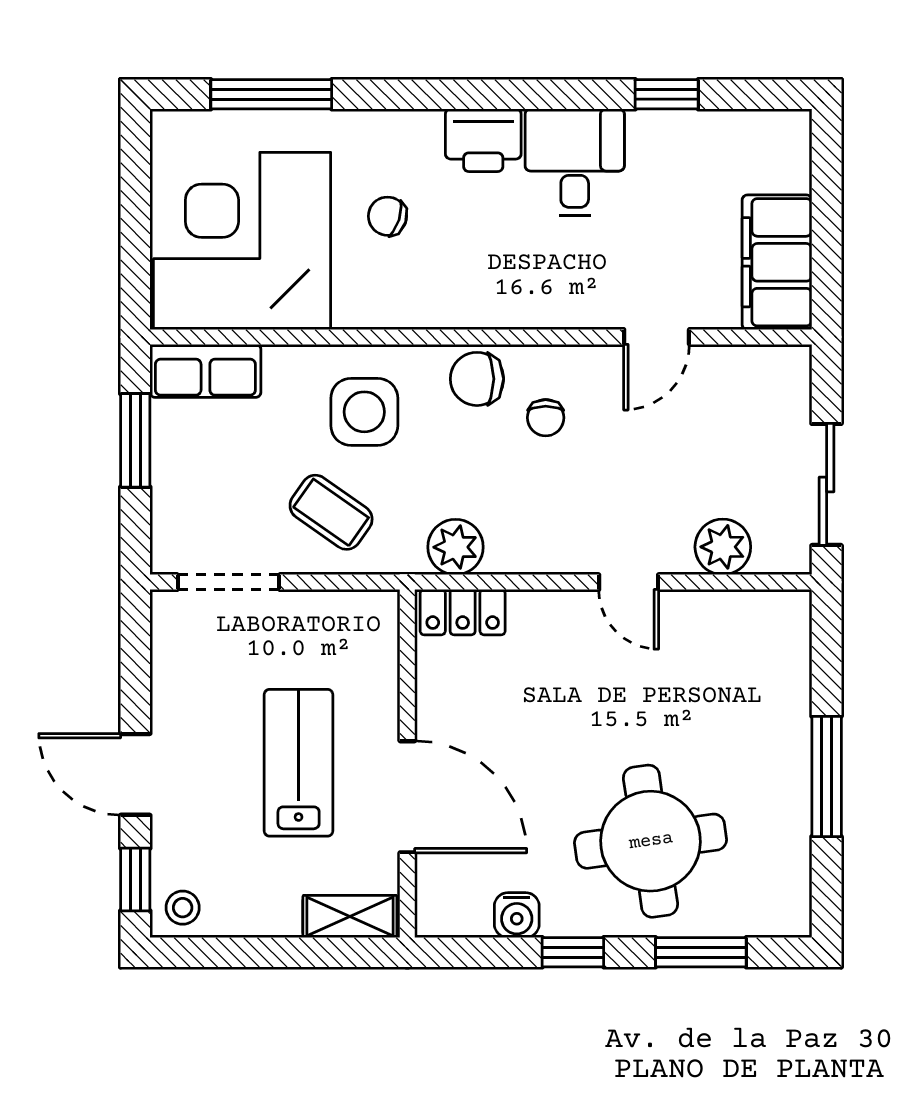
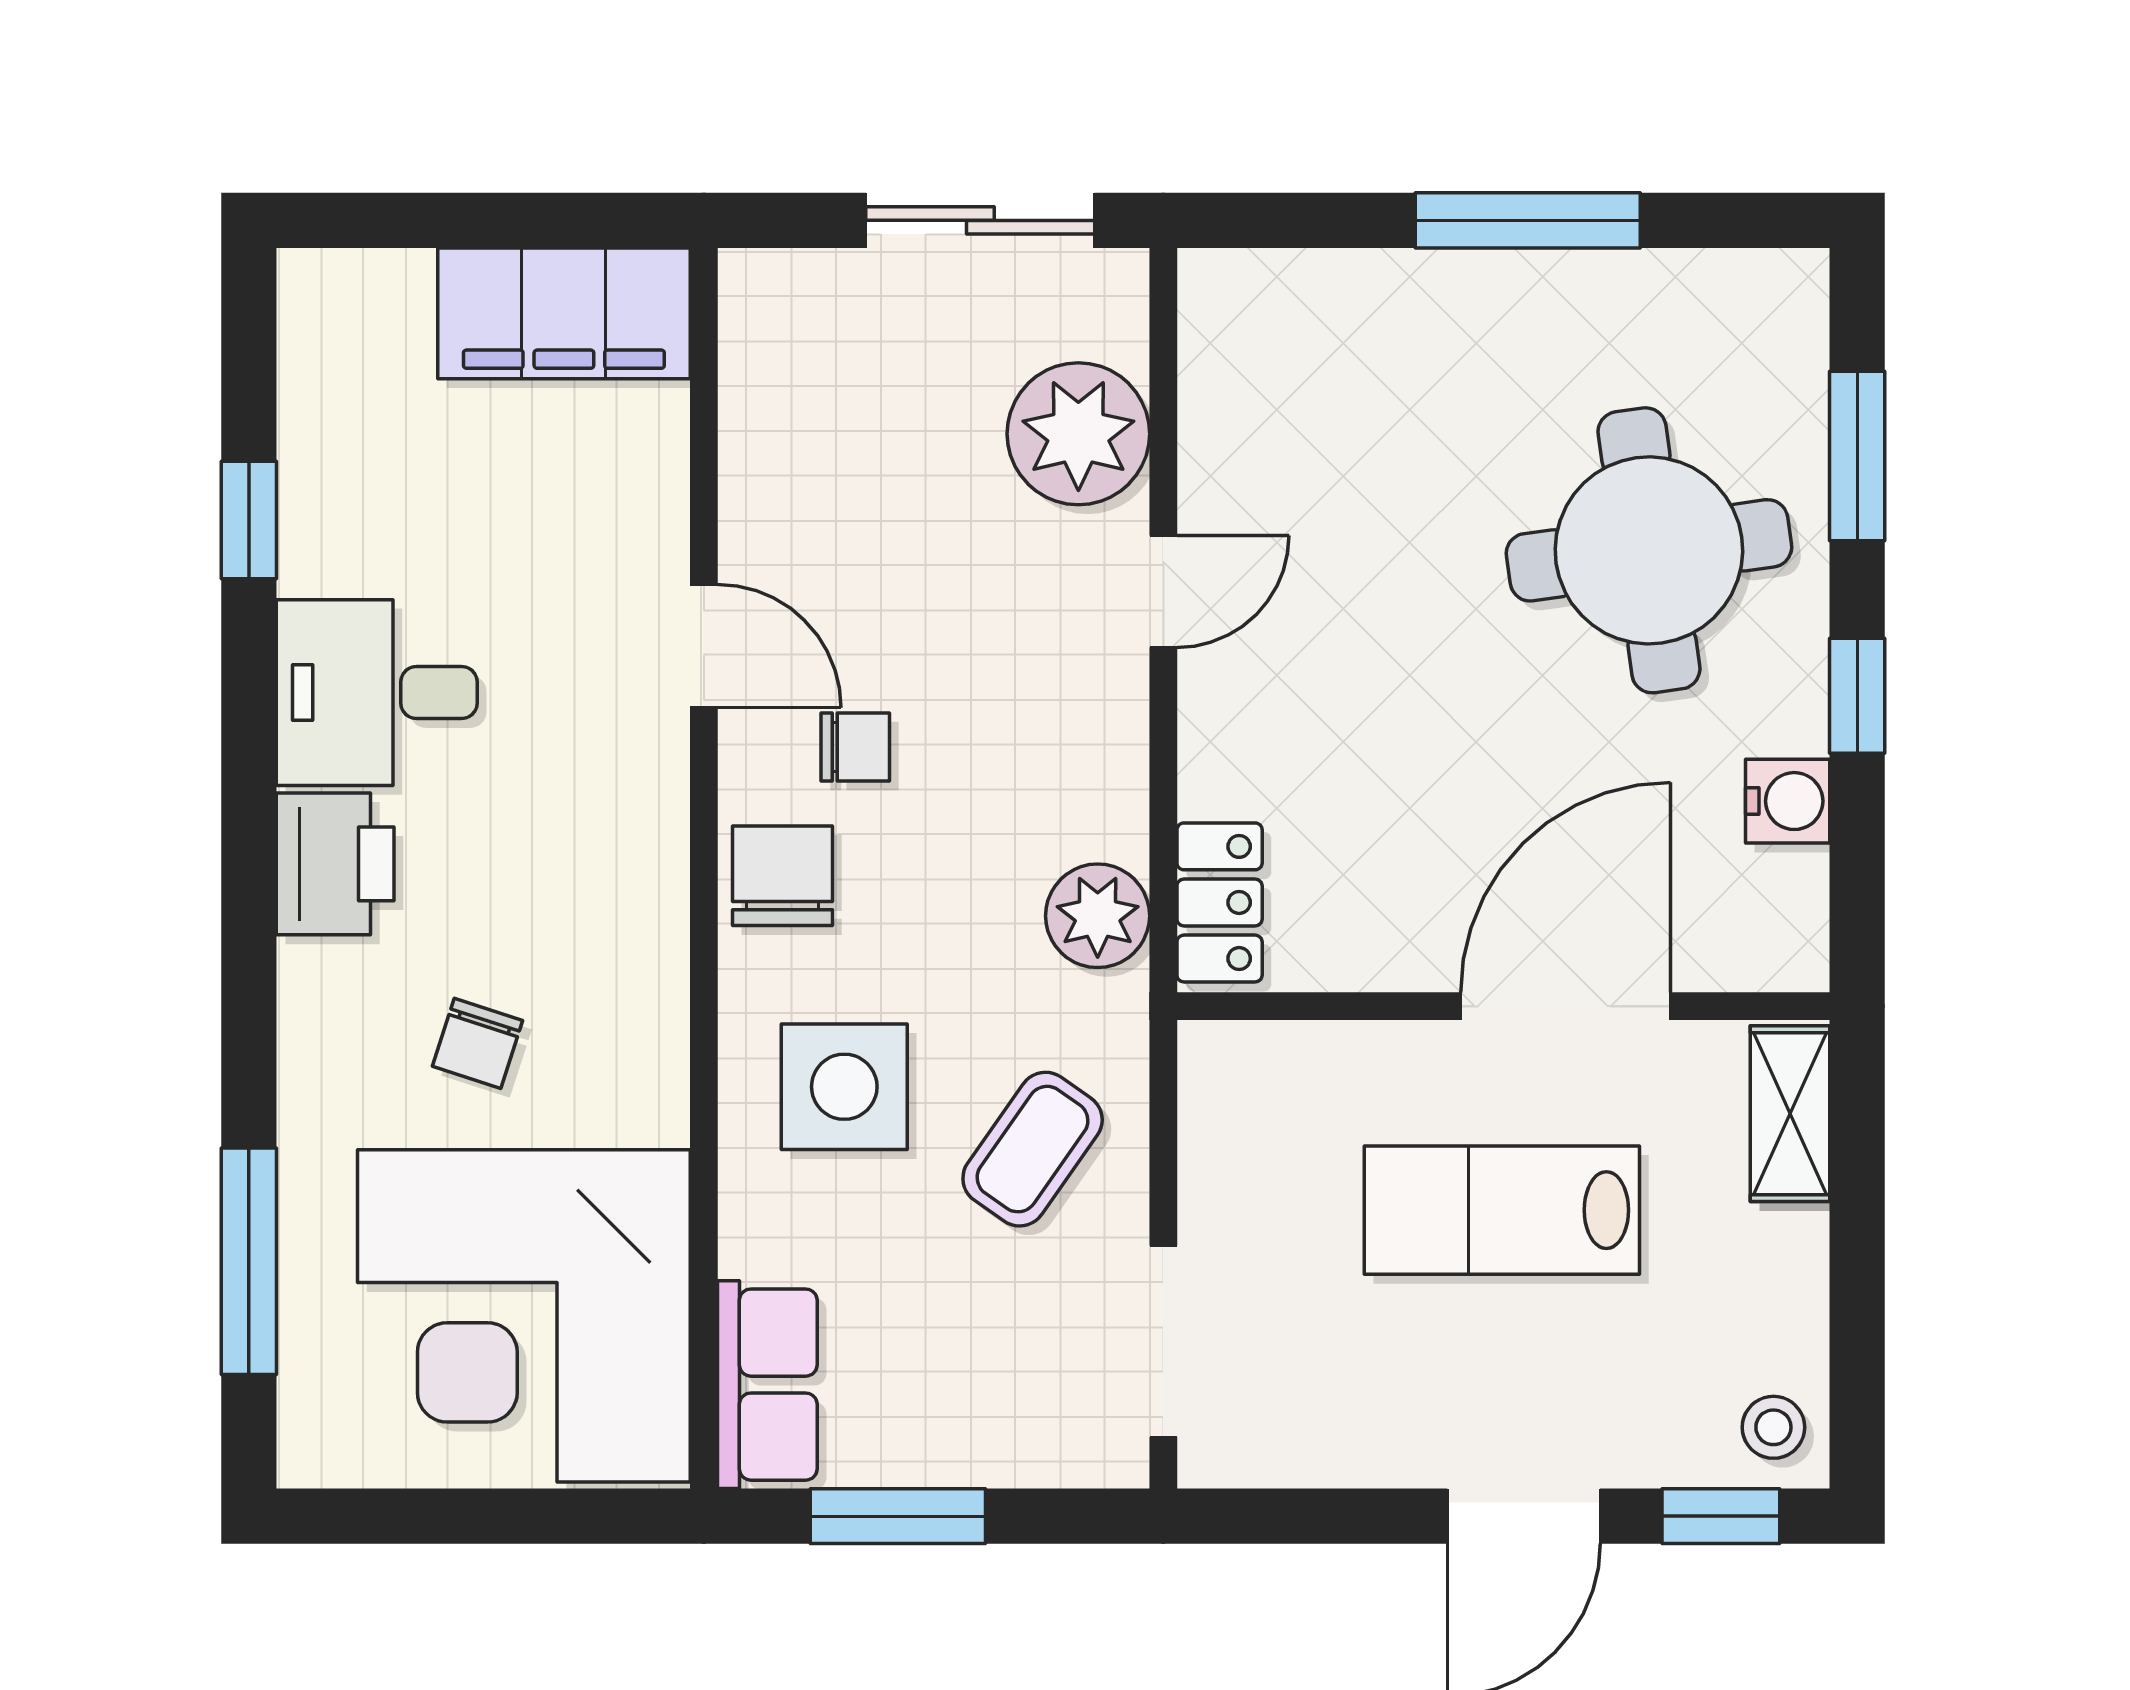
door: (657, 337) -> (704, 646), moved
chair: (477, 379) -> (782, 876), turned 180
plant: (723, 547) -> (1078, 434), width x1.36, depth x1.36

